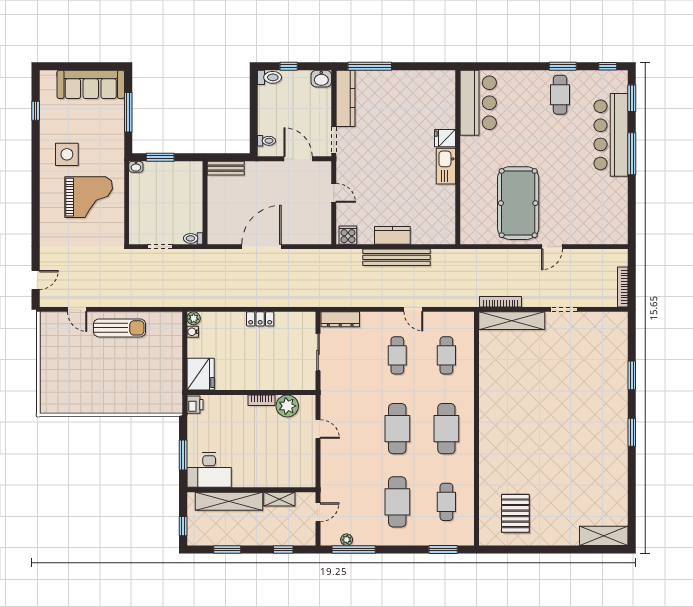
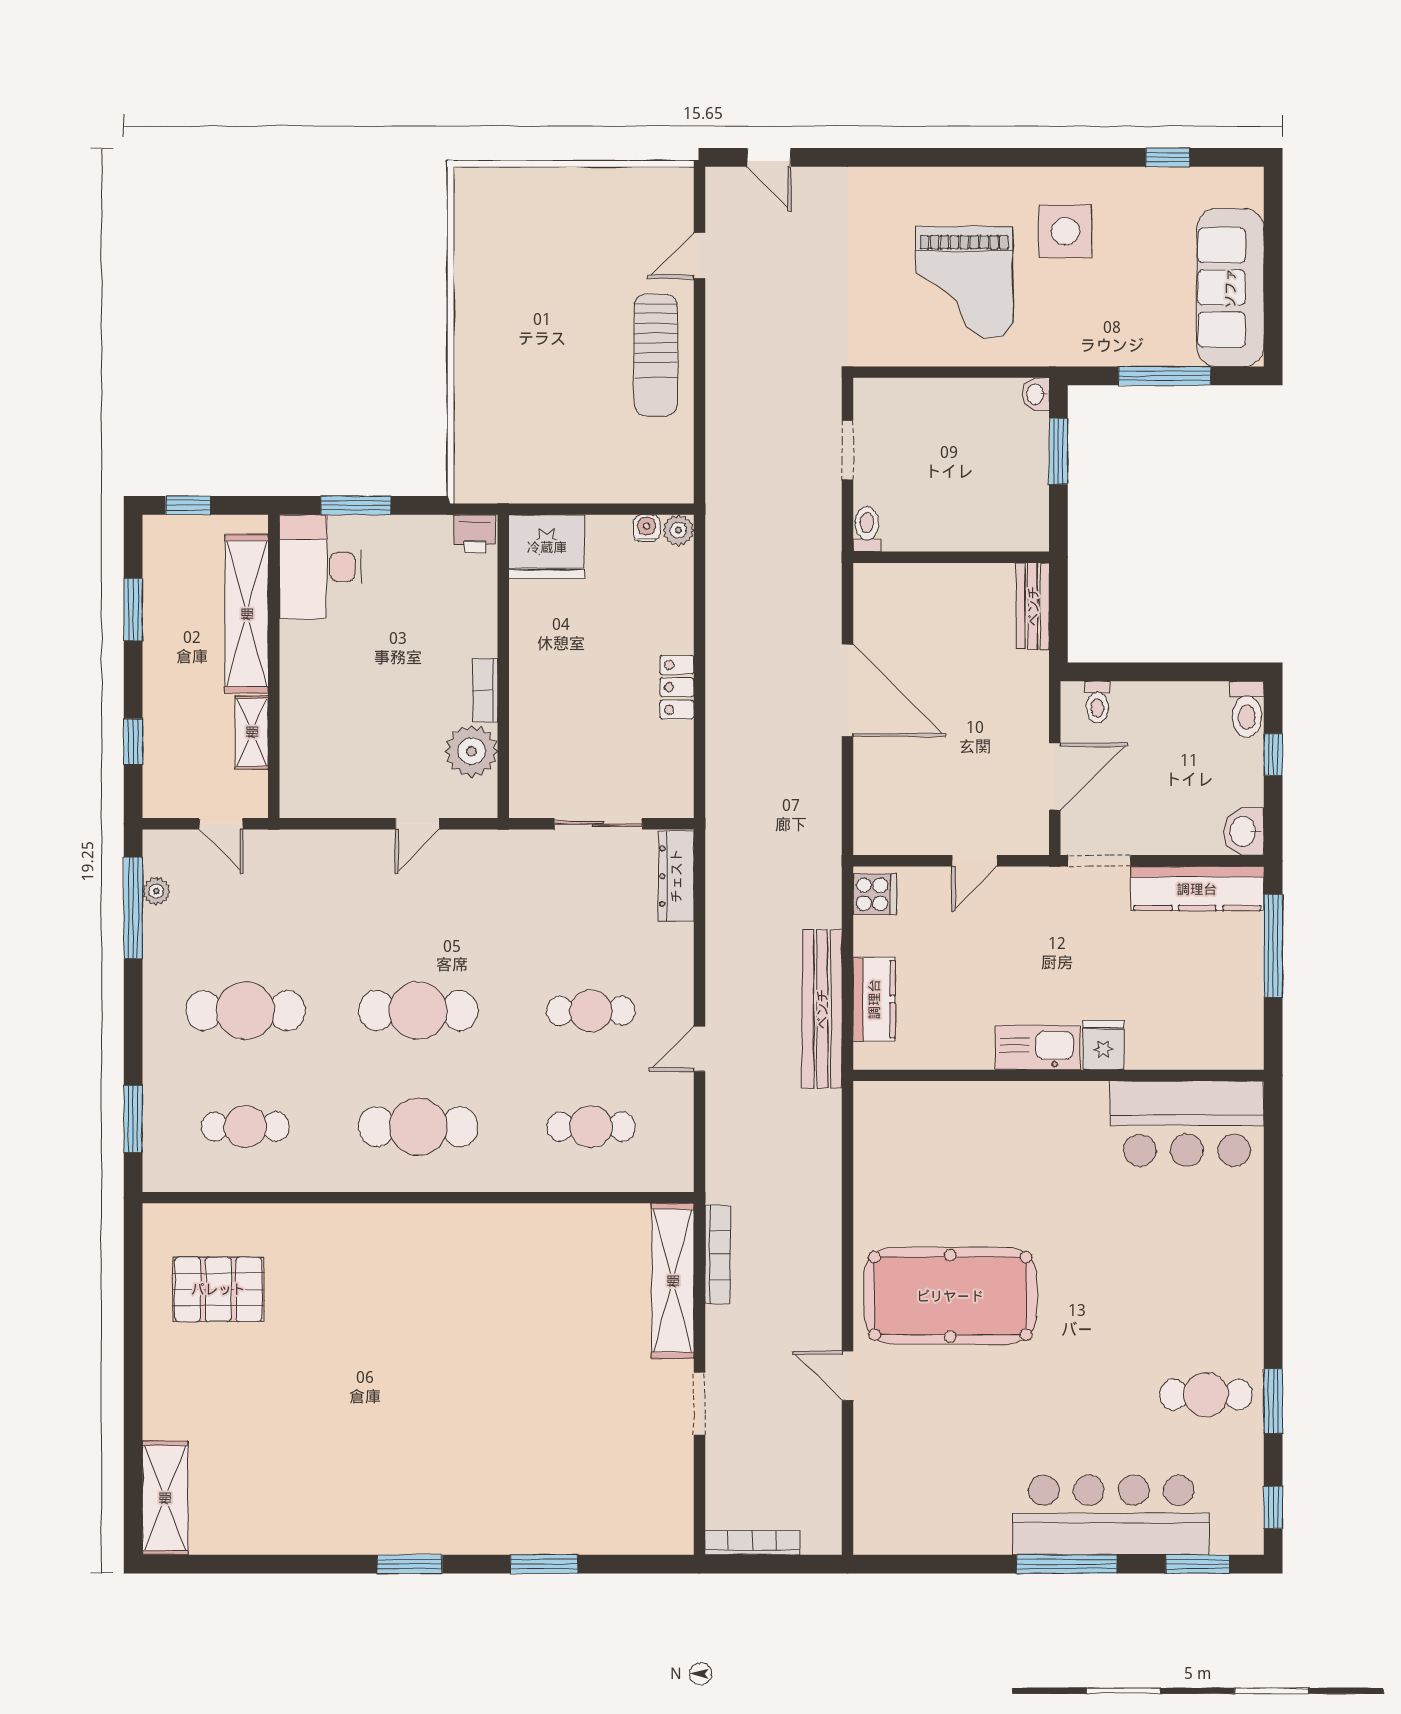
bar counter: (478, 103) -> (1187, 1124), moved
fridge: (445, 138) -> (1104, 1045), moved
wall: (458, 157) -> (1058, 1075), moved
kitchen sink: (446, 166) -> (1038, 1048), moved

